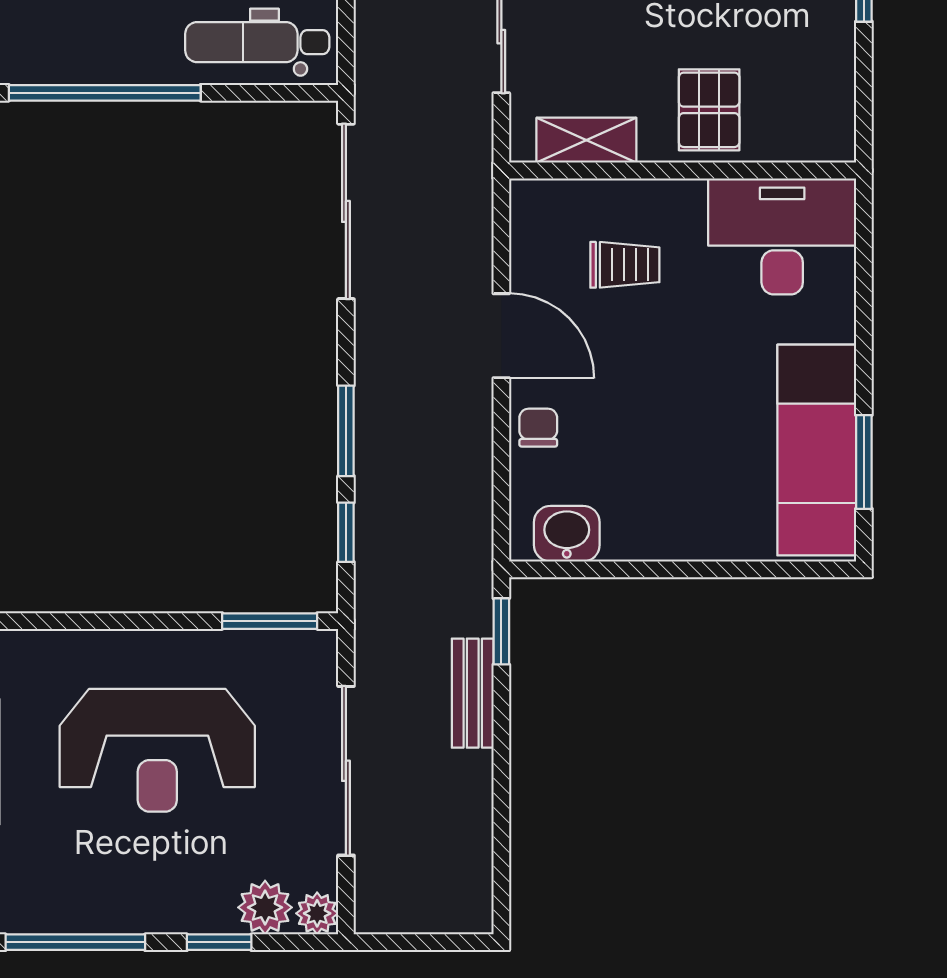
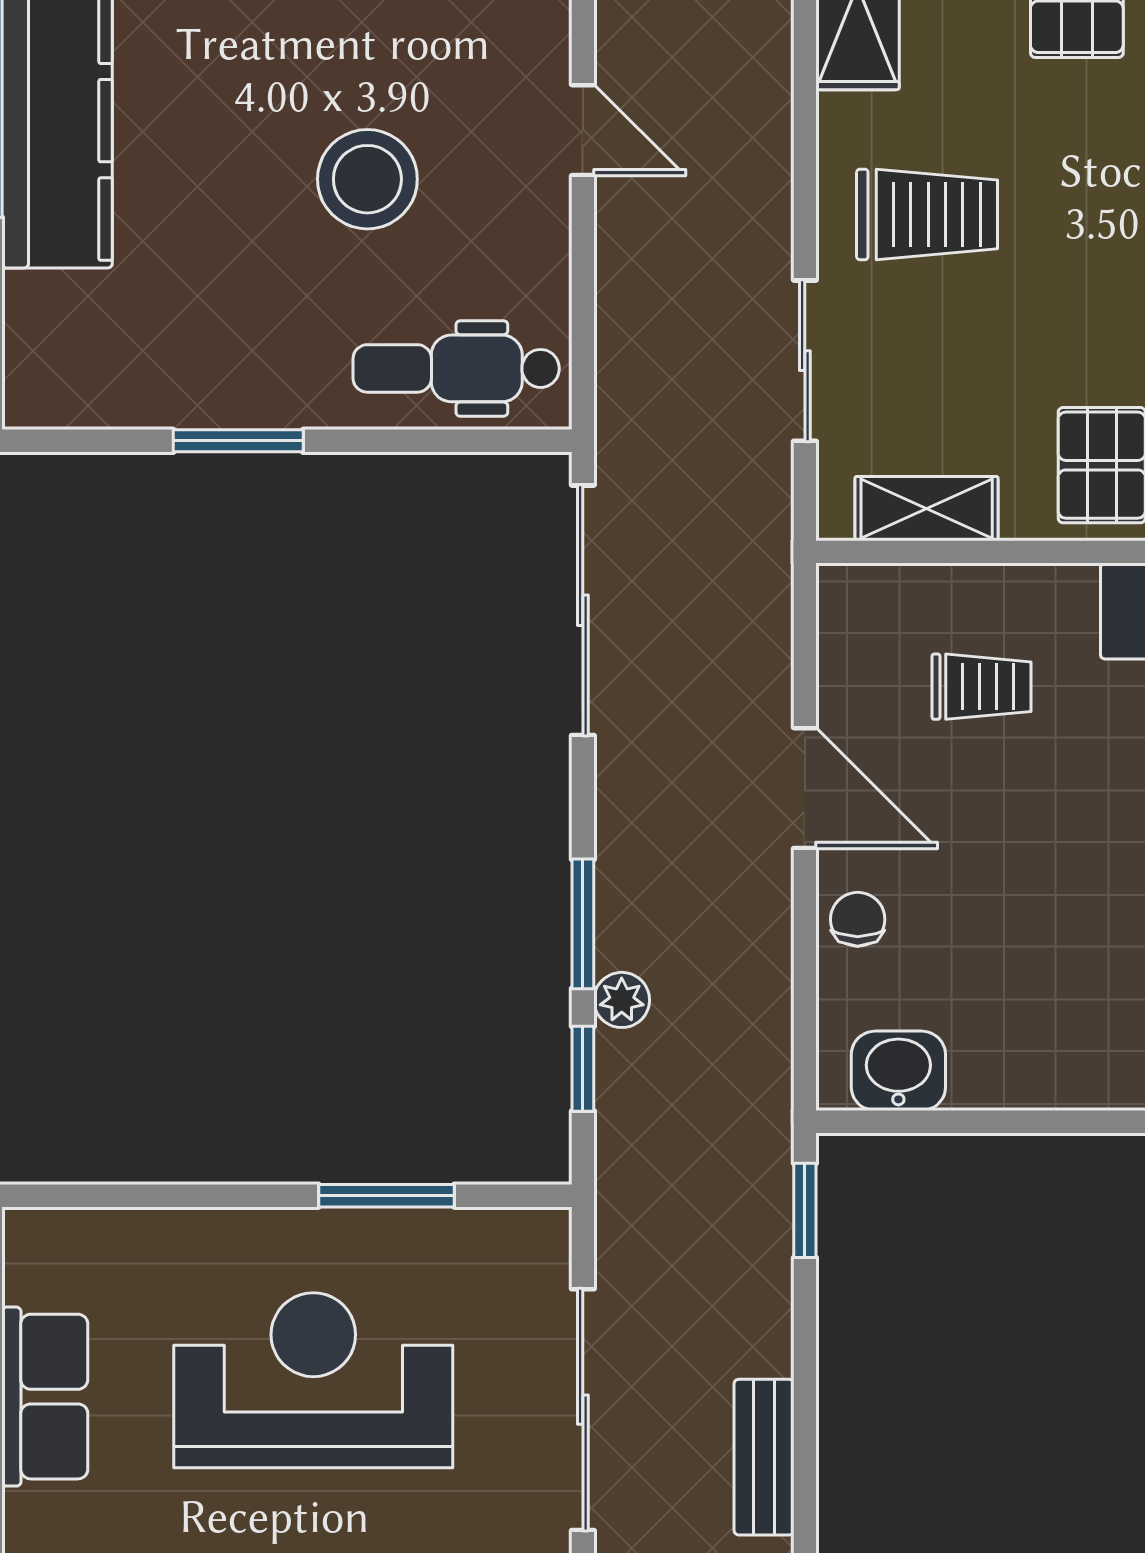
window: (105, 93) -> (238, 441), width x0.47
plant: (373, 484) -> (622, 1000), added
window: (270, 621) -> (386, 1196), moved
bench: (473, 693) -> (764, 1457), moved
reception desk: (157, 750) -> (313, 1380), turned 180

